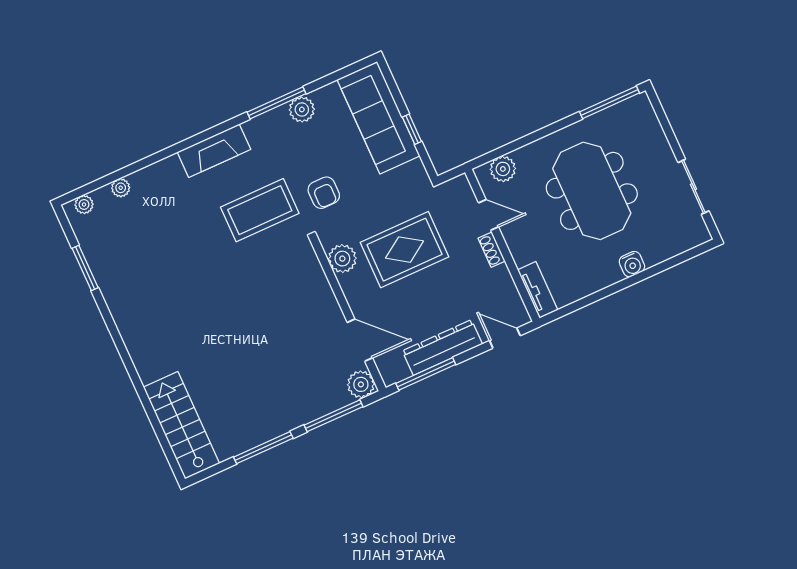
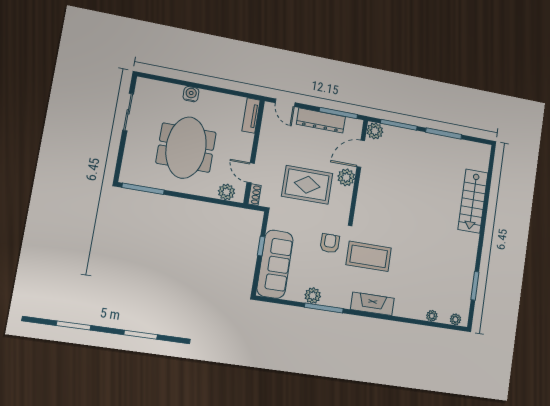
shoe rack: (492, 250) -> (255, 195), moved
plant: (342, 259) -> (346, 177), moved
door: (360, 340) -> (361, 154), hinge flipped
stairs: (181, 425) -> (473, 201), moved

